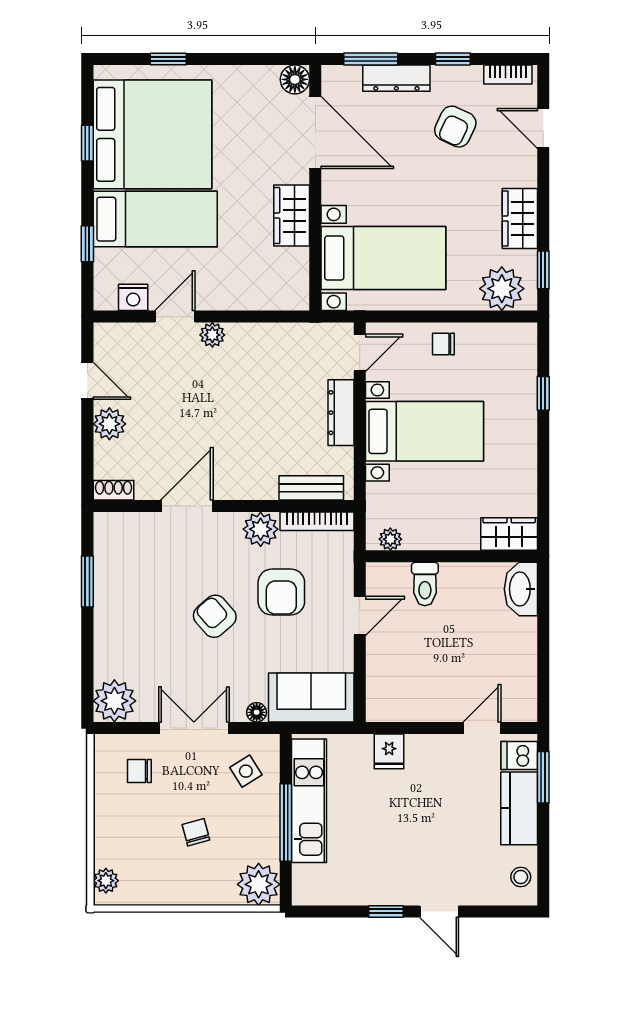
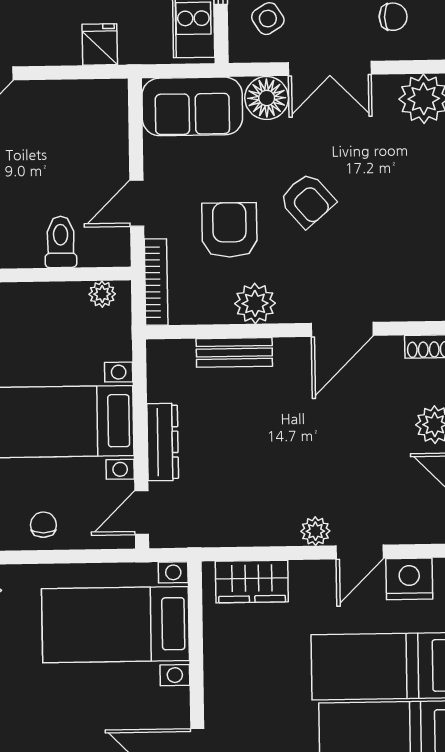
wardrobe: (292, 216) -> (252, 582), moved, turned 90
nightstand: (133, 297) -> (409, 579), width x1.36, depth x1.33
chair: (443, 344) -> (43, 525), turned -90
bench: (311, 488) -> (234, 352), moved
bookcase: (317, 521) -> (156, 282), moved, turned 90
floor lamp: (257, 712) -> (267, 98), width x1.89, depth x1.89

